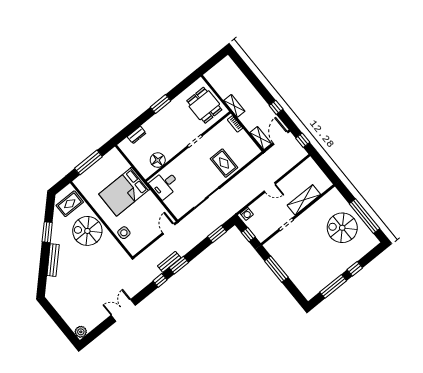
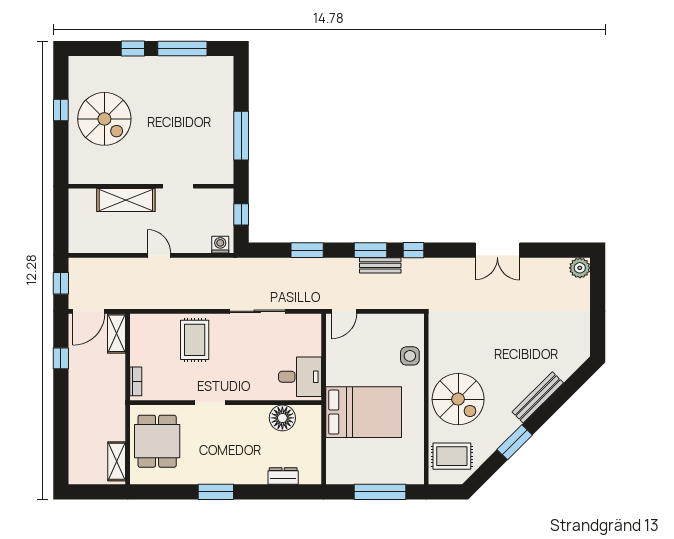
shelving: (234, 106) -> (117, 461), moved
window: (365, 216) -> (61, 110), width x0.32
window: (217, 234) -> (307, 250), moved

